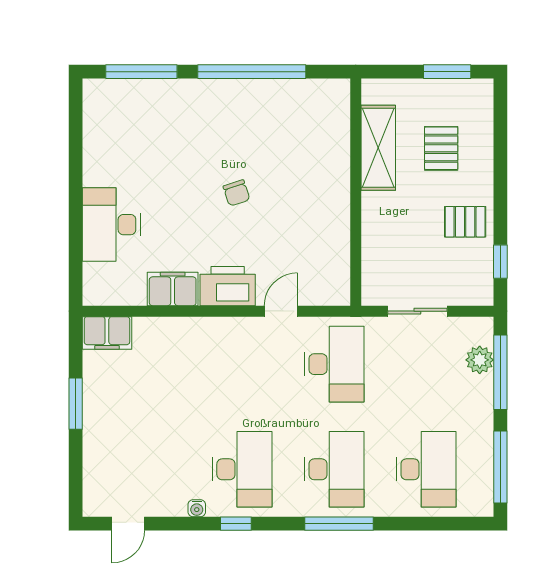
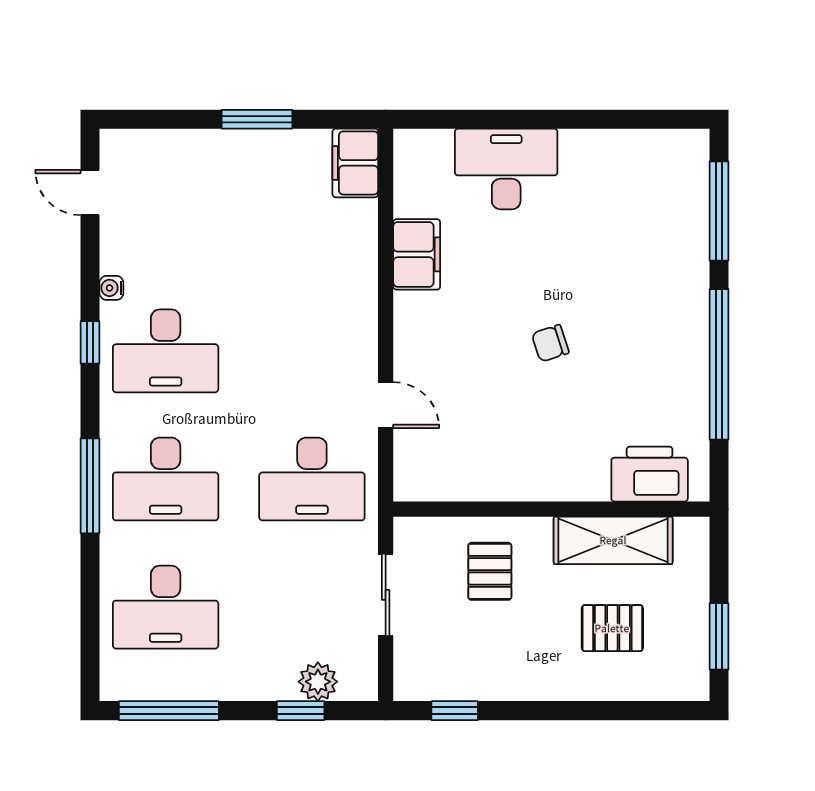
pallet: (465, 222) -> (490, 571), moved
printer: (228, 286) -> (650, 474), moved, turned -90
window: (500, 372) -> (301, 711), width x0.46

